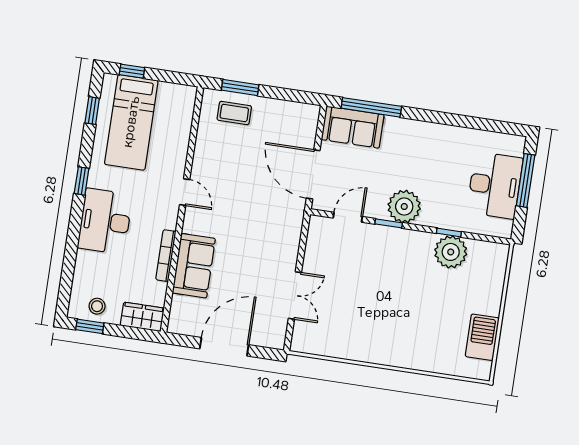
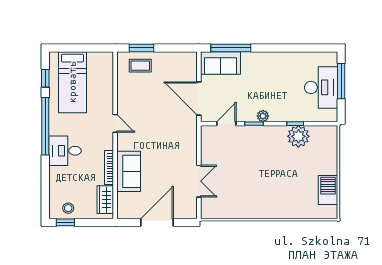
window: (132, 71) -> (68, 48), removed
window: (82, 181) -> (45, 126), width x3.17
plant: (404, 207) -> (263, 116), width x0.53, depth x0.53
desk: (105, 221) -> (65, 151), width x0.73
wardrobe: (142, 317) -> (105, 200), moved, turned -90

